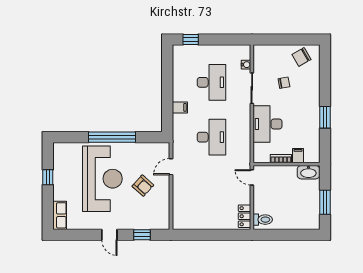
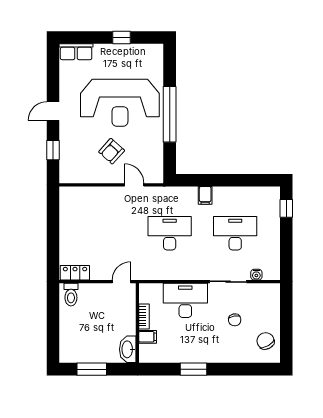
desk: (211, 82) -> (235, 233), turned 180
desk: (211, 137) -> (170, 233), turned 180

